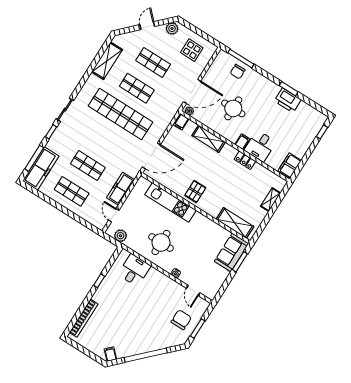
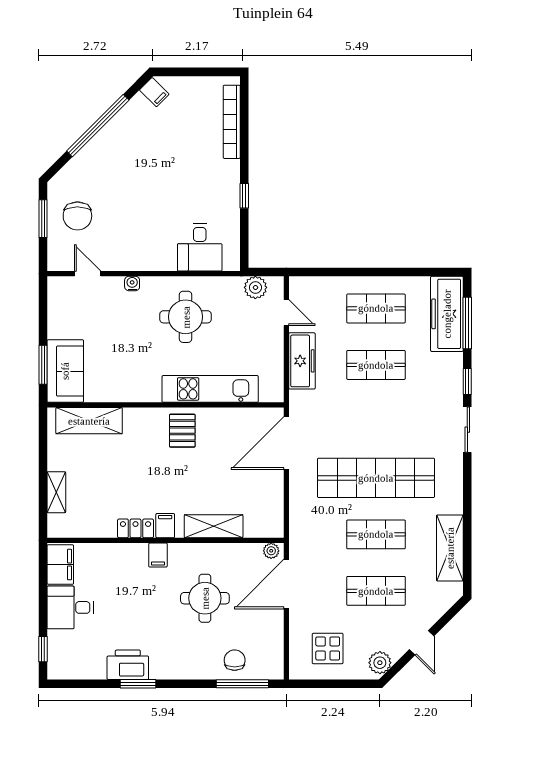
filing cabinet: (181, 122) -> (165, 526), moved
desk: (260, 146) -> (70, 607), moved, turned -90

